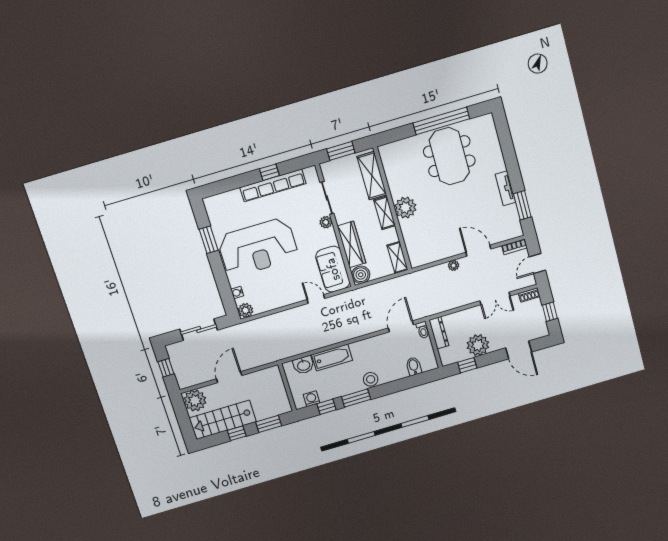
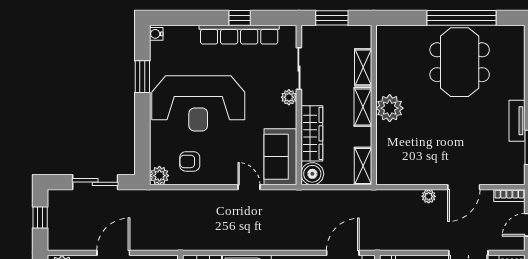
shelving: (372, 176) -> (363, 67), width x0.67, depth x0.75
door: (478, 251) -> (464, 187), swing flipped
water cooler: (237, 293) -> (156, 34), moved
armchair: (265, 293) -> (190, 161), added

